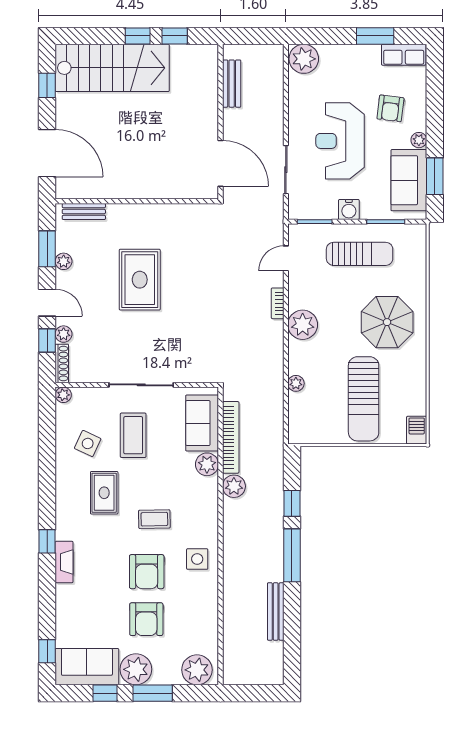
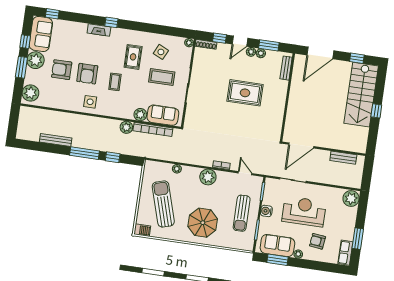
window: (175, 36) -> (373, 131), removed
plant: (64, 334) -> (251, 52), moved
sun lounger: (364, 399) -> (163, 204), turned 73
rug: (104, 493) -> (133, 57), turned 90
armchair: (147, 572) -> (87, 74), turned -90

